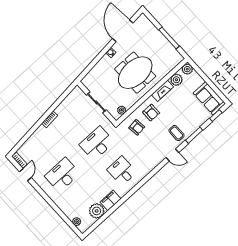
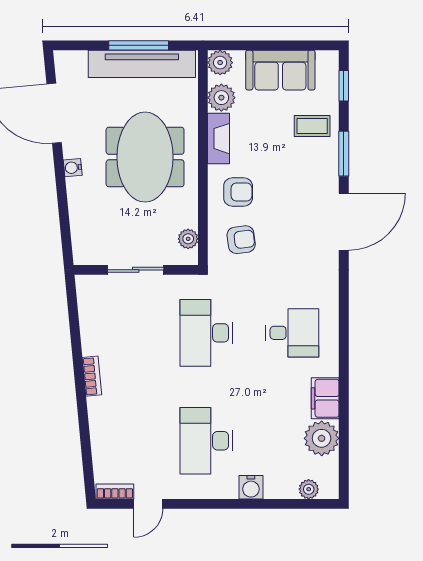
tv unit: (164, 44) -> (142, 64), added
sofa: (209, 98) -> (280, 70), moved
coffee table: (177, 133) -> (312, 126), moved
door: (172, 155) -> (344, 222), width x1.87
desk: (122, 171) -> (292, 333), turned 180
door: (25, 175) -> (148, 504), swing flipped
water cooler: (60, 203) -> (251, 487), added

